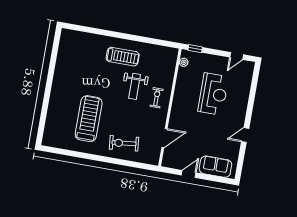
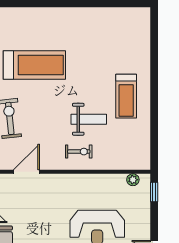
weight bench: (135, 86) -> (89, 119), turned 180
door: (164, 138) -> (26, 172), swing flipped

